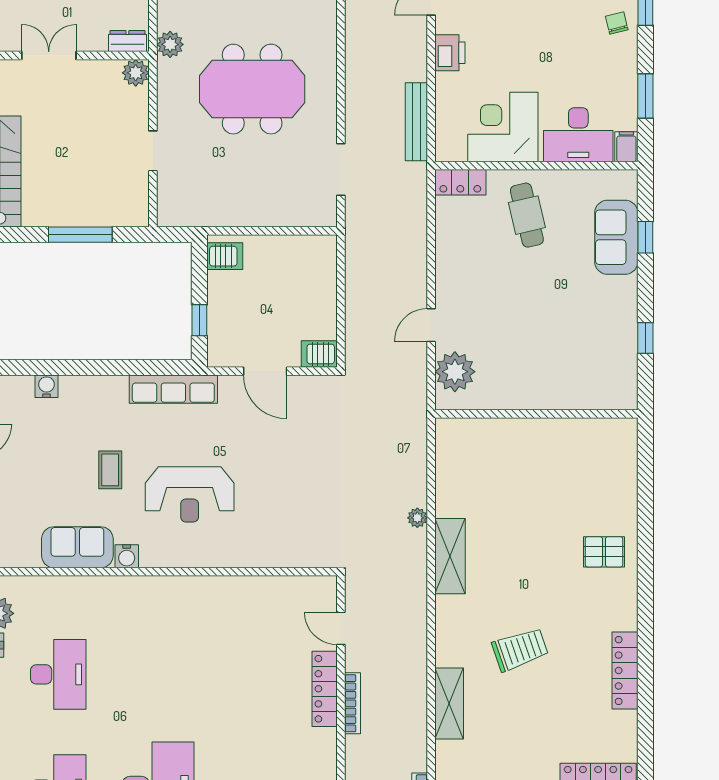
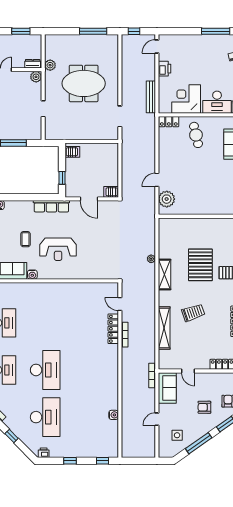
pallet: (537, 532) -> (200, 265), added
shelving: (449, 704) -> (164, 328), width x1.47

